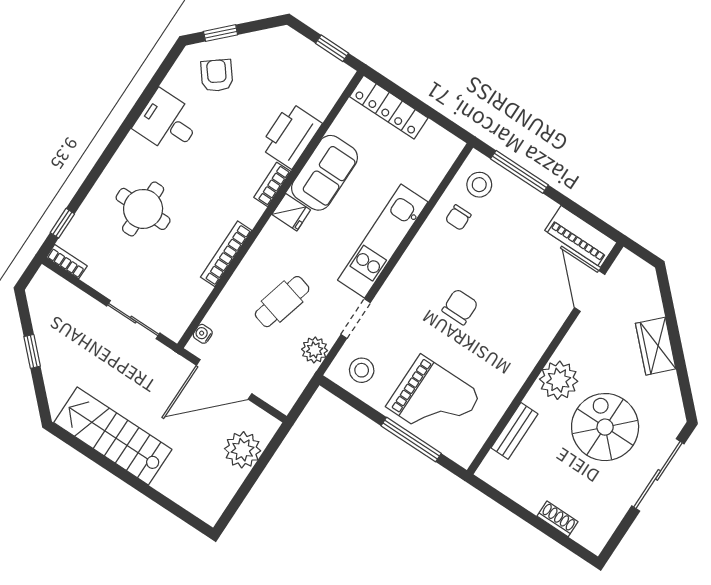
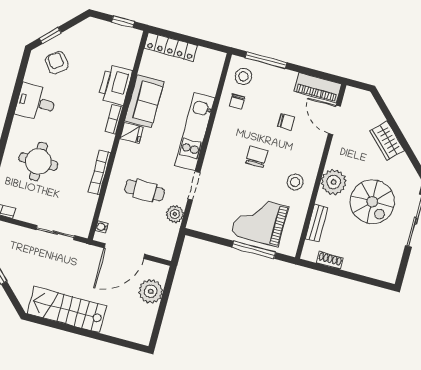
chair: (519, 271) -> (286, 122), added
cafe table: (282, 302) -> (145, 190), turned 75
stool: (362, 370) -> (295, 182), moved
grand piano: (434, 400) -> (260, 221), turned 180
spiral stairs: (605, 427) -> (372, 202), turned 180
shoe rack: (557, 519) -> (330, 260), moved

